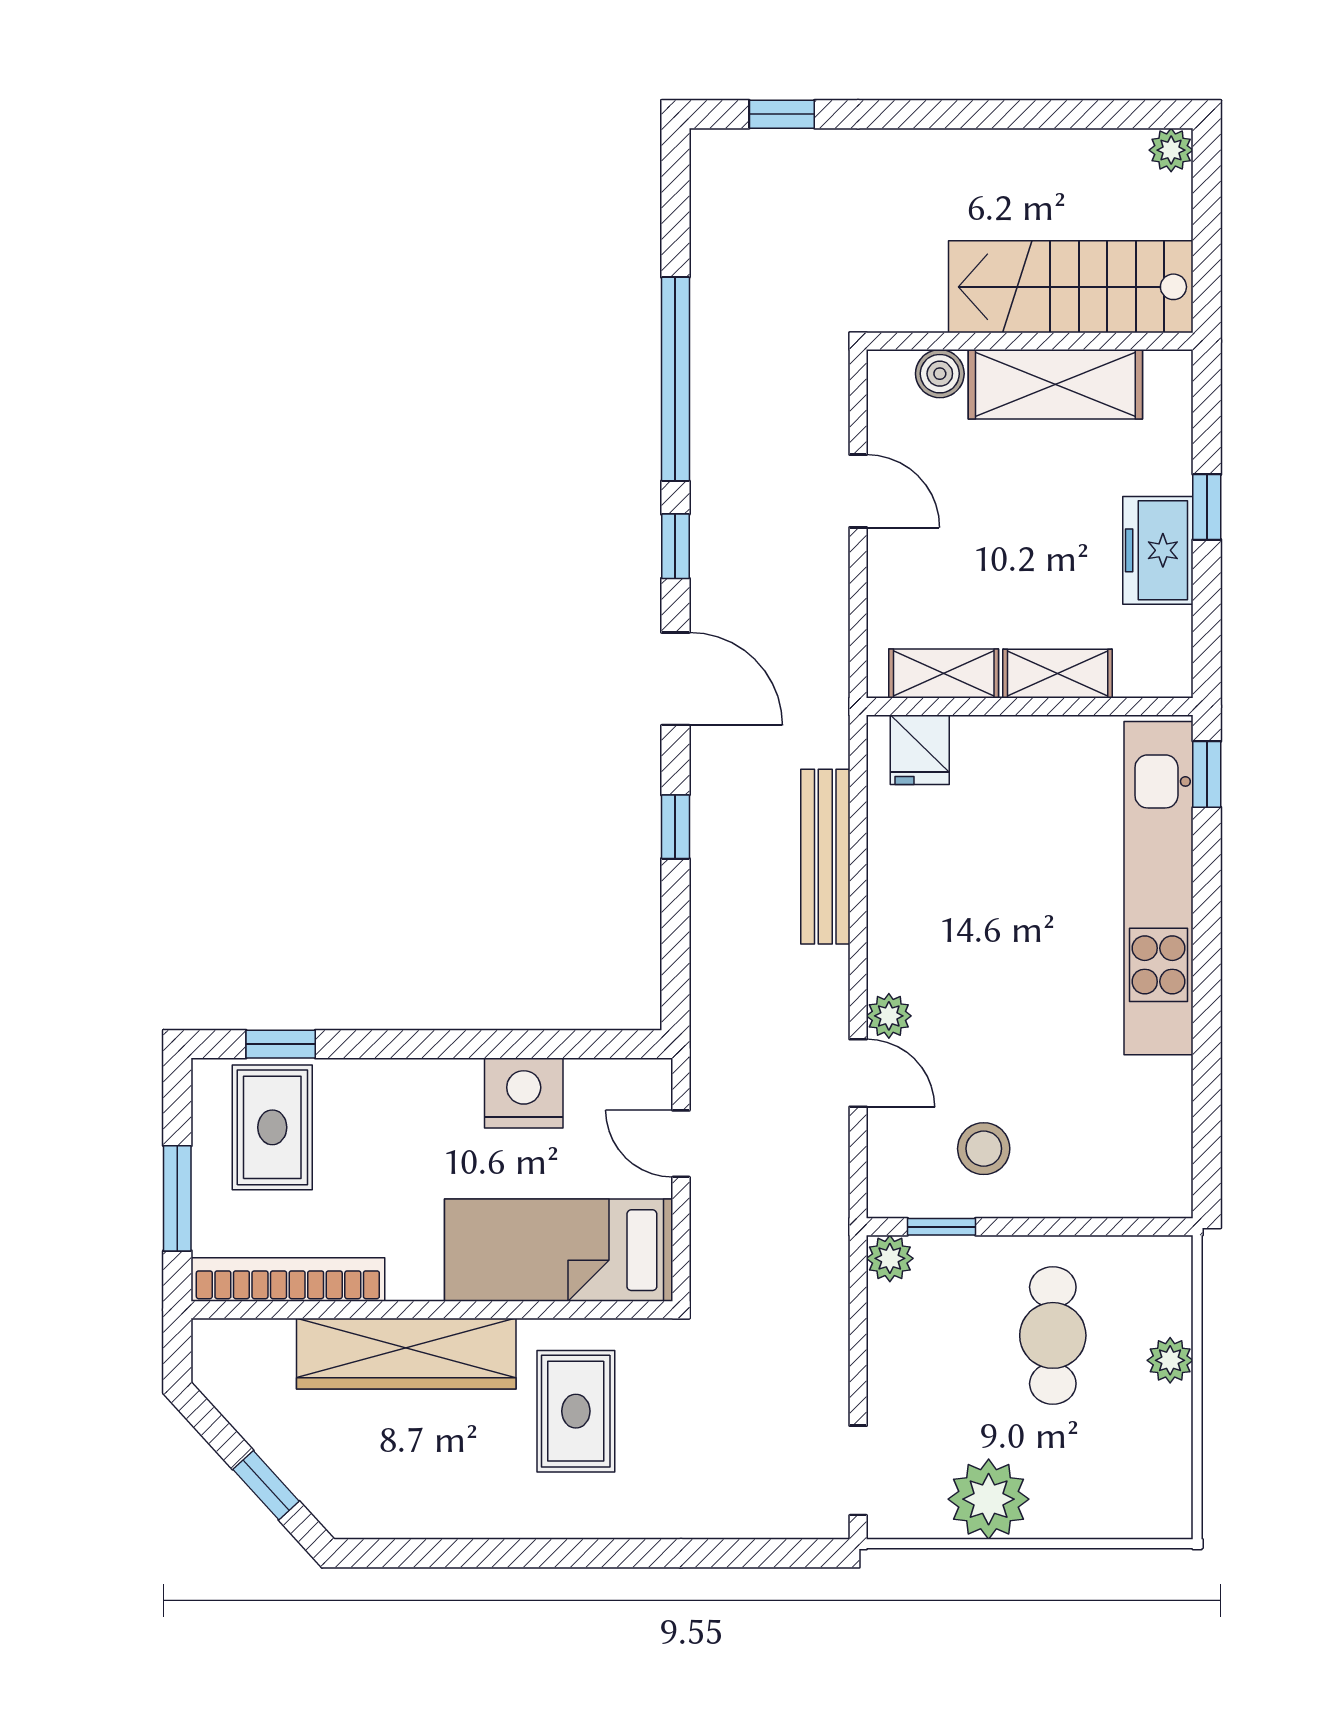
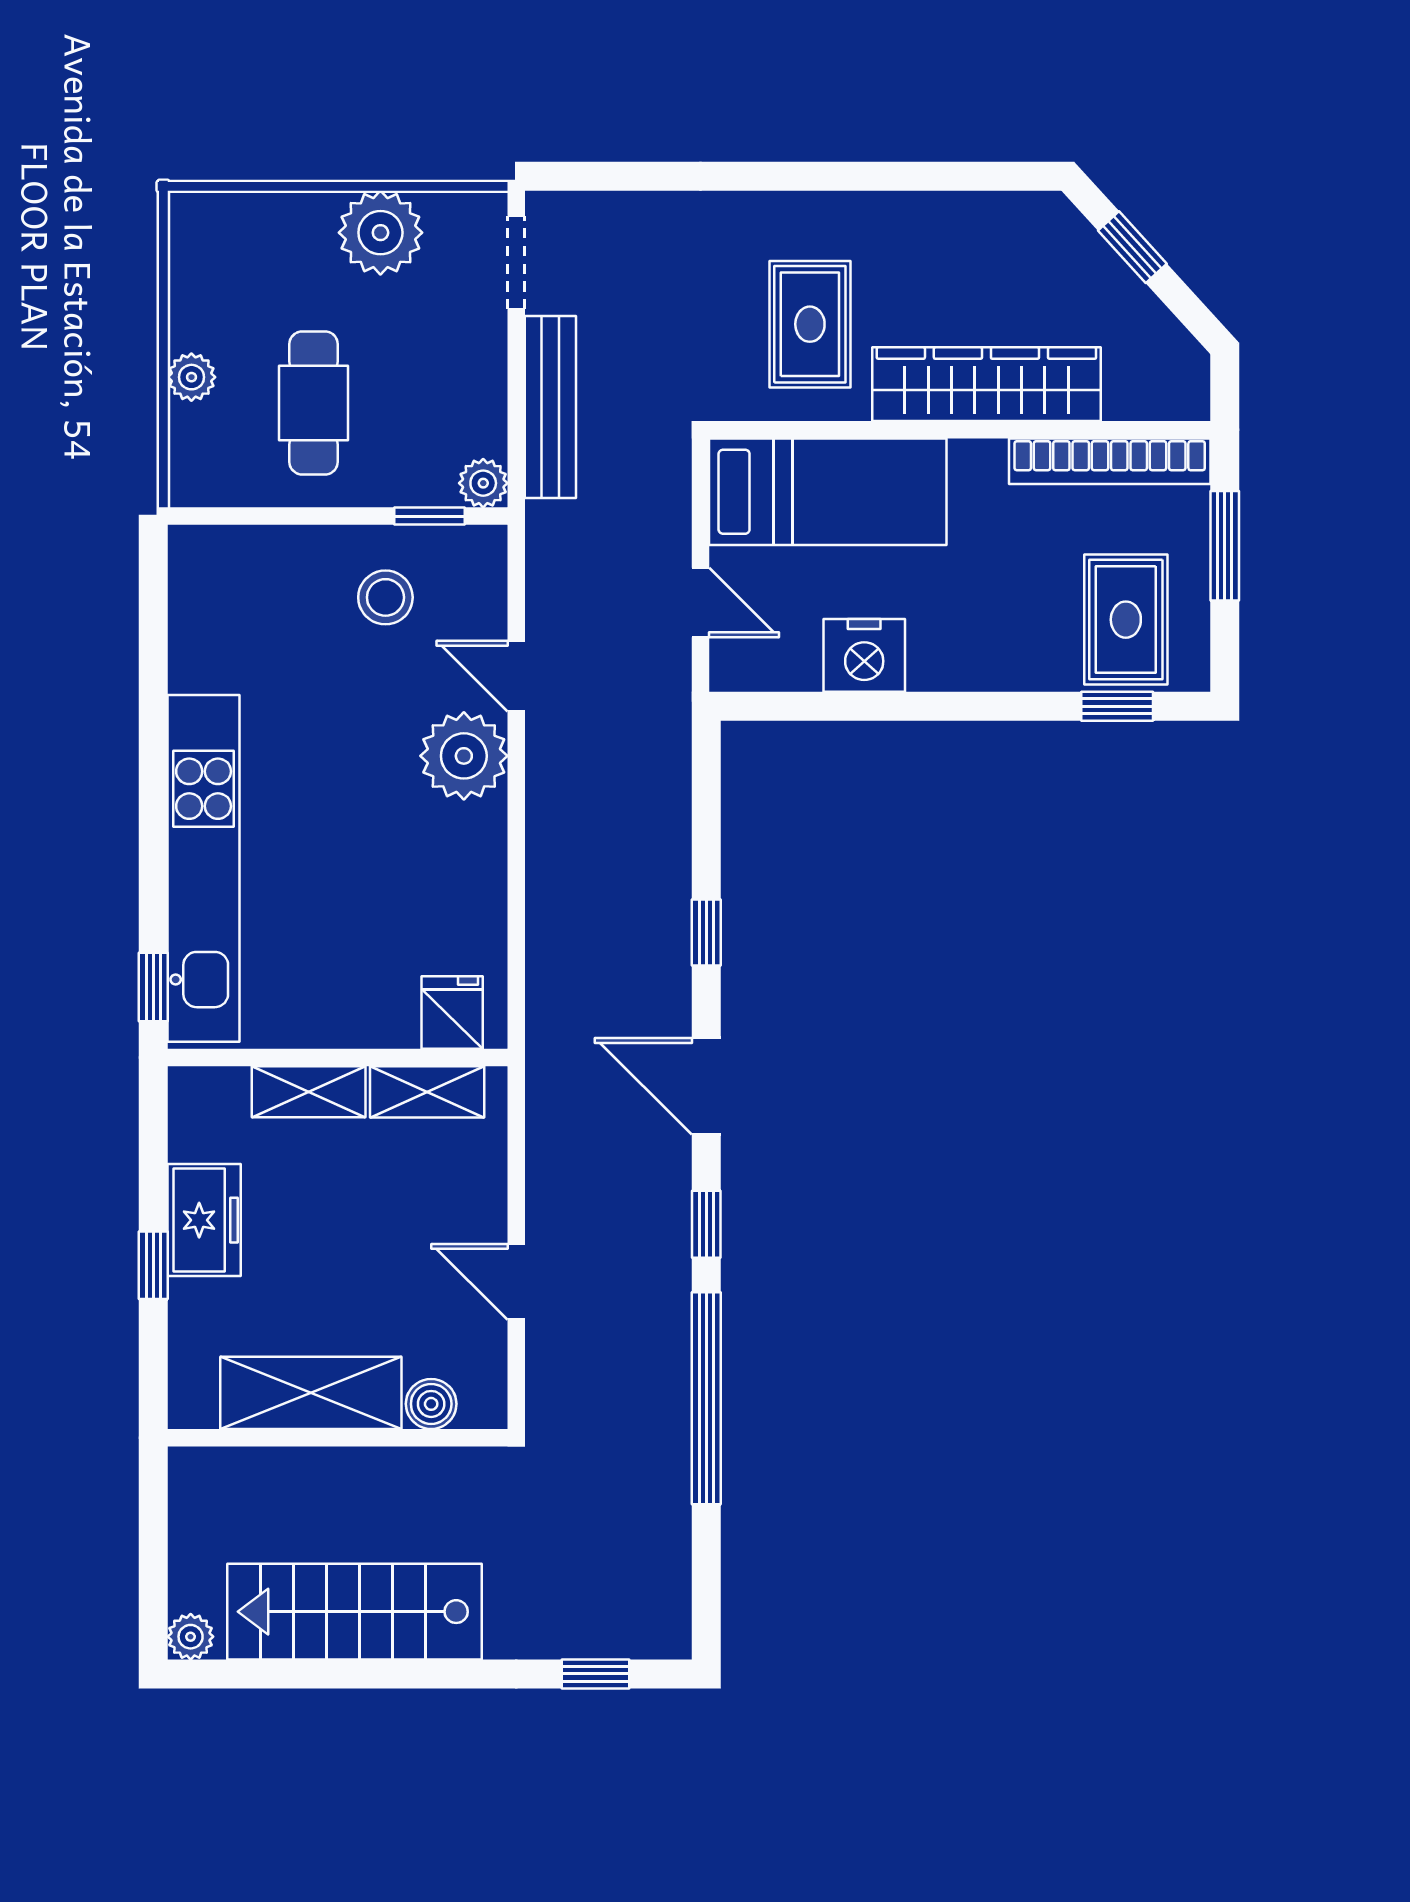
stairs: (1071, 287) -> (354, 1612), moved, turned 180
bench: (825, 857) -> (550, 407), moved
plant: (889, 1016) -> (464, 756), width x1.88, depth x1.88

